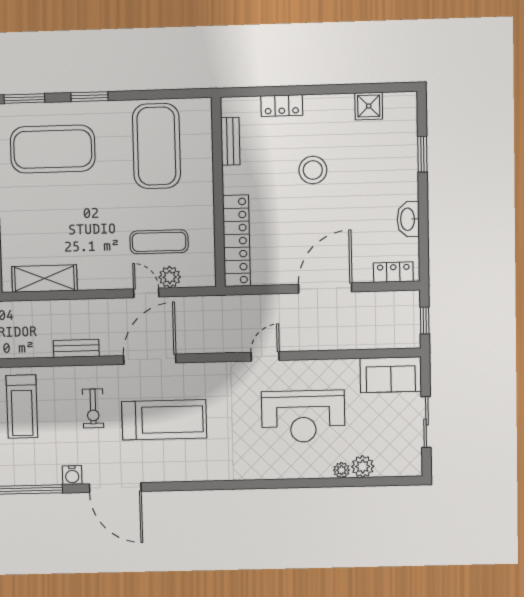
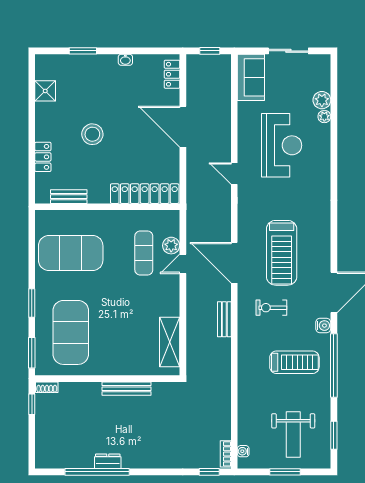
washbasin: (408, 219) -> (125, 60), width x0.52, depth x0.69
treadmill: (22, 407) -> (294, 362), moved
exercise bike: (93, 408) -> (271, 308), turned 180
treadmill: (164, 420) -> (282, 253), turned 180

